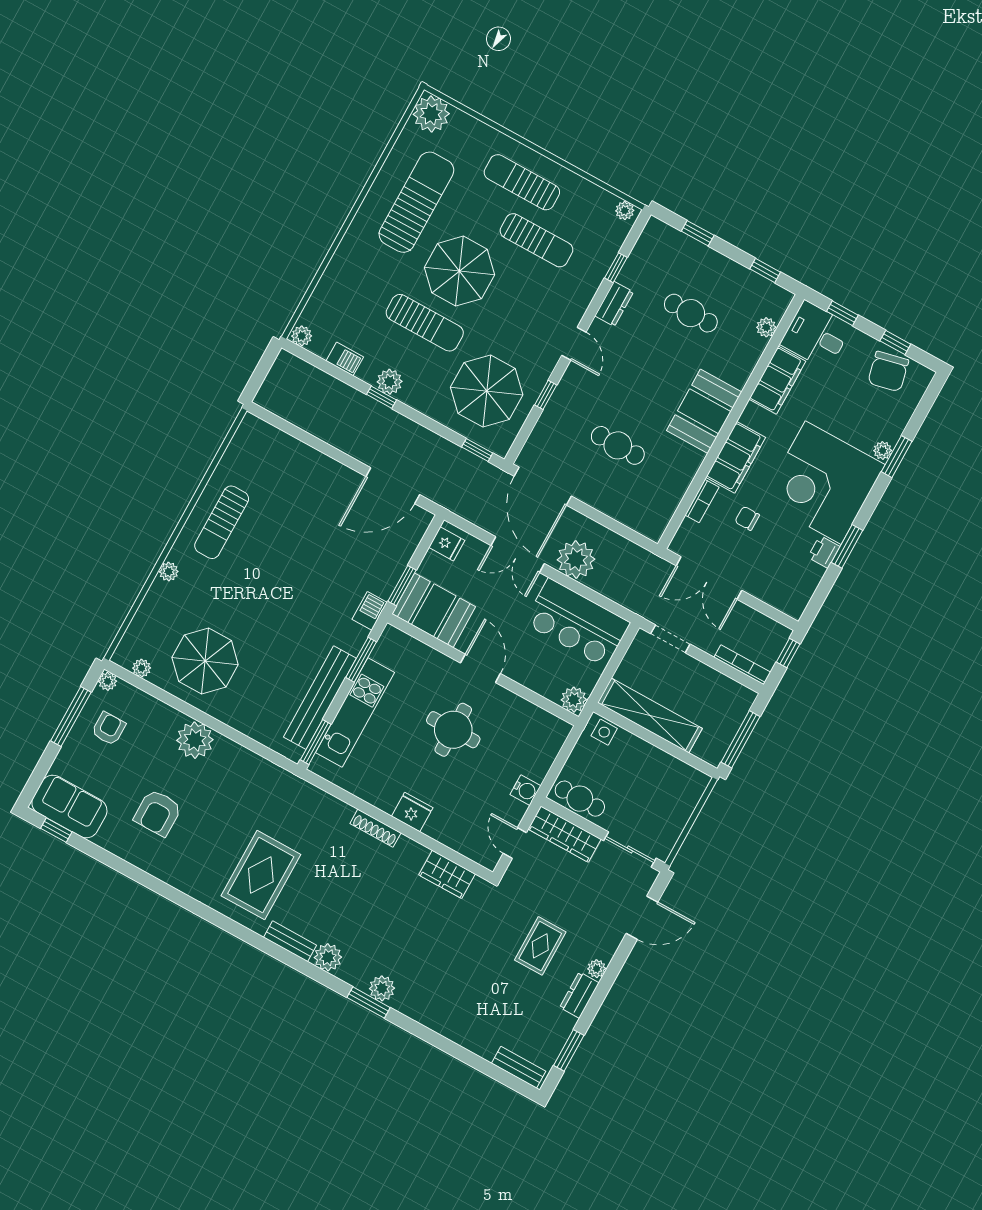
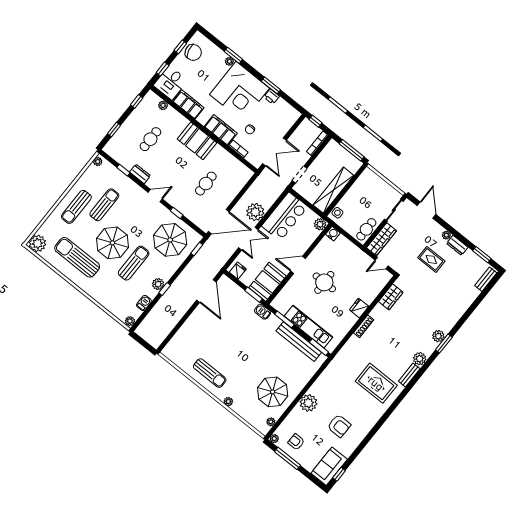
water cooler: (525, 790) -> (333, 234), moved

